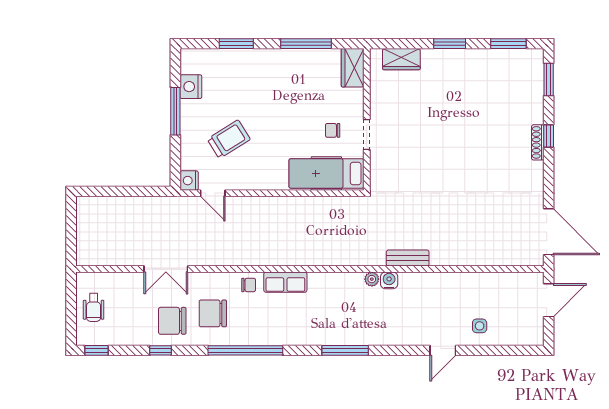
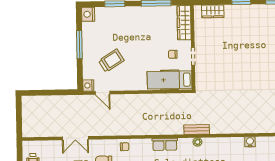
wardrobe: (353, 68) -> (184, 23), width x1.50
nightstand: (191, 87) -> (88, 14), moved
bench: (408, 258) -> (197, 130), moved
water cooler: (389, 280) -> (250, 142), moved
row of seats: (285, 282) -> (165, 144), moved

